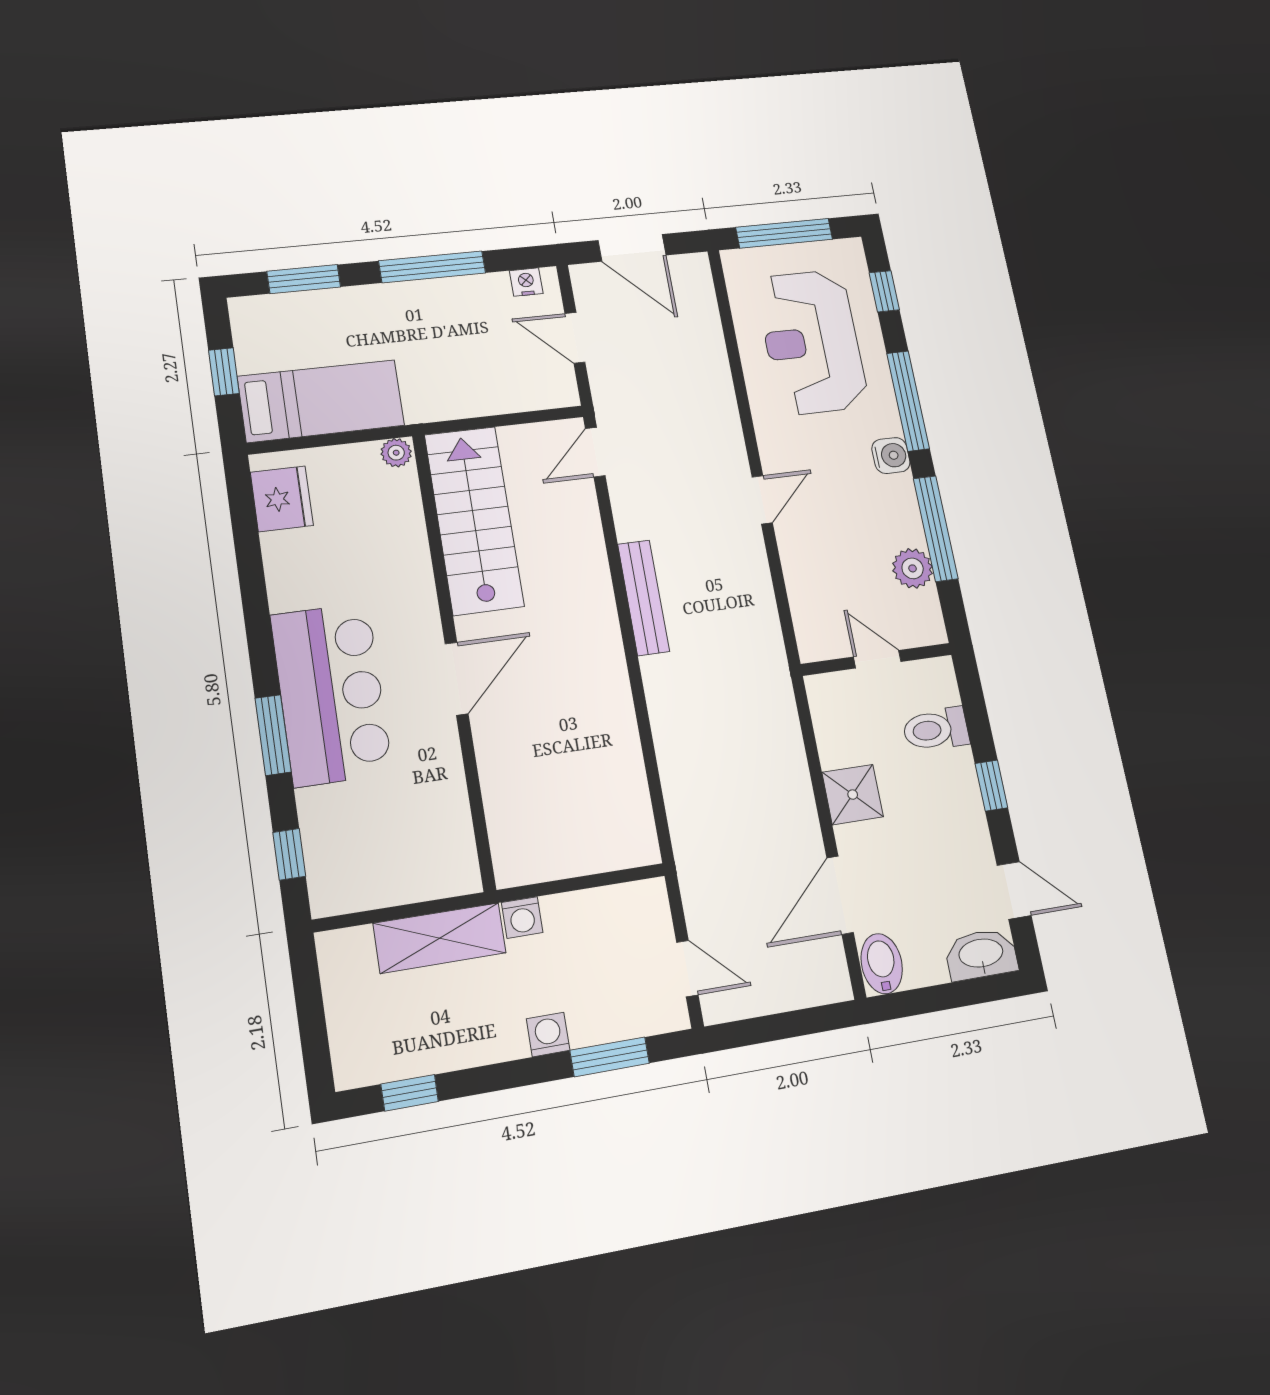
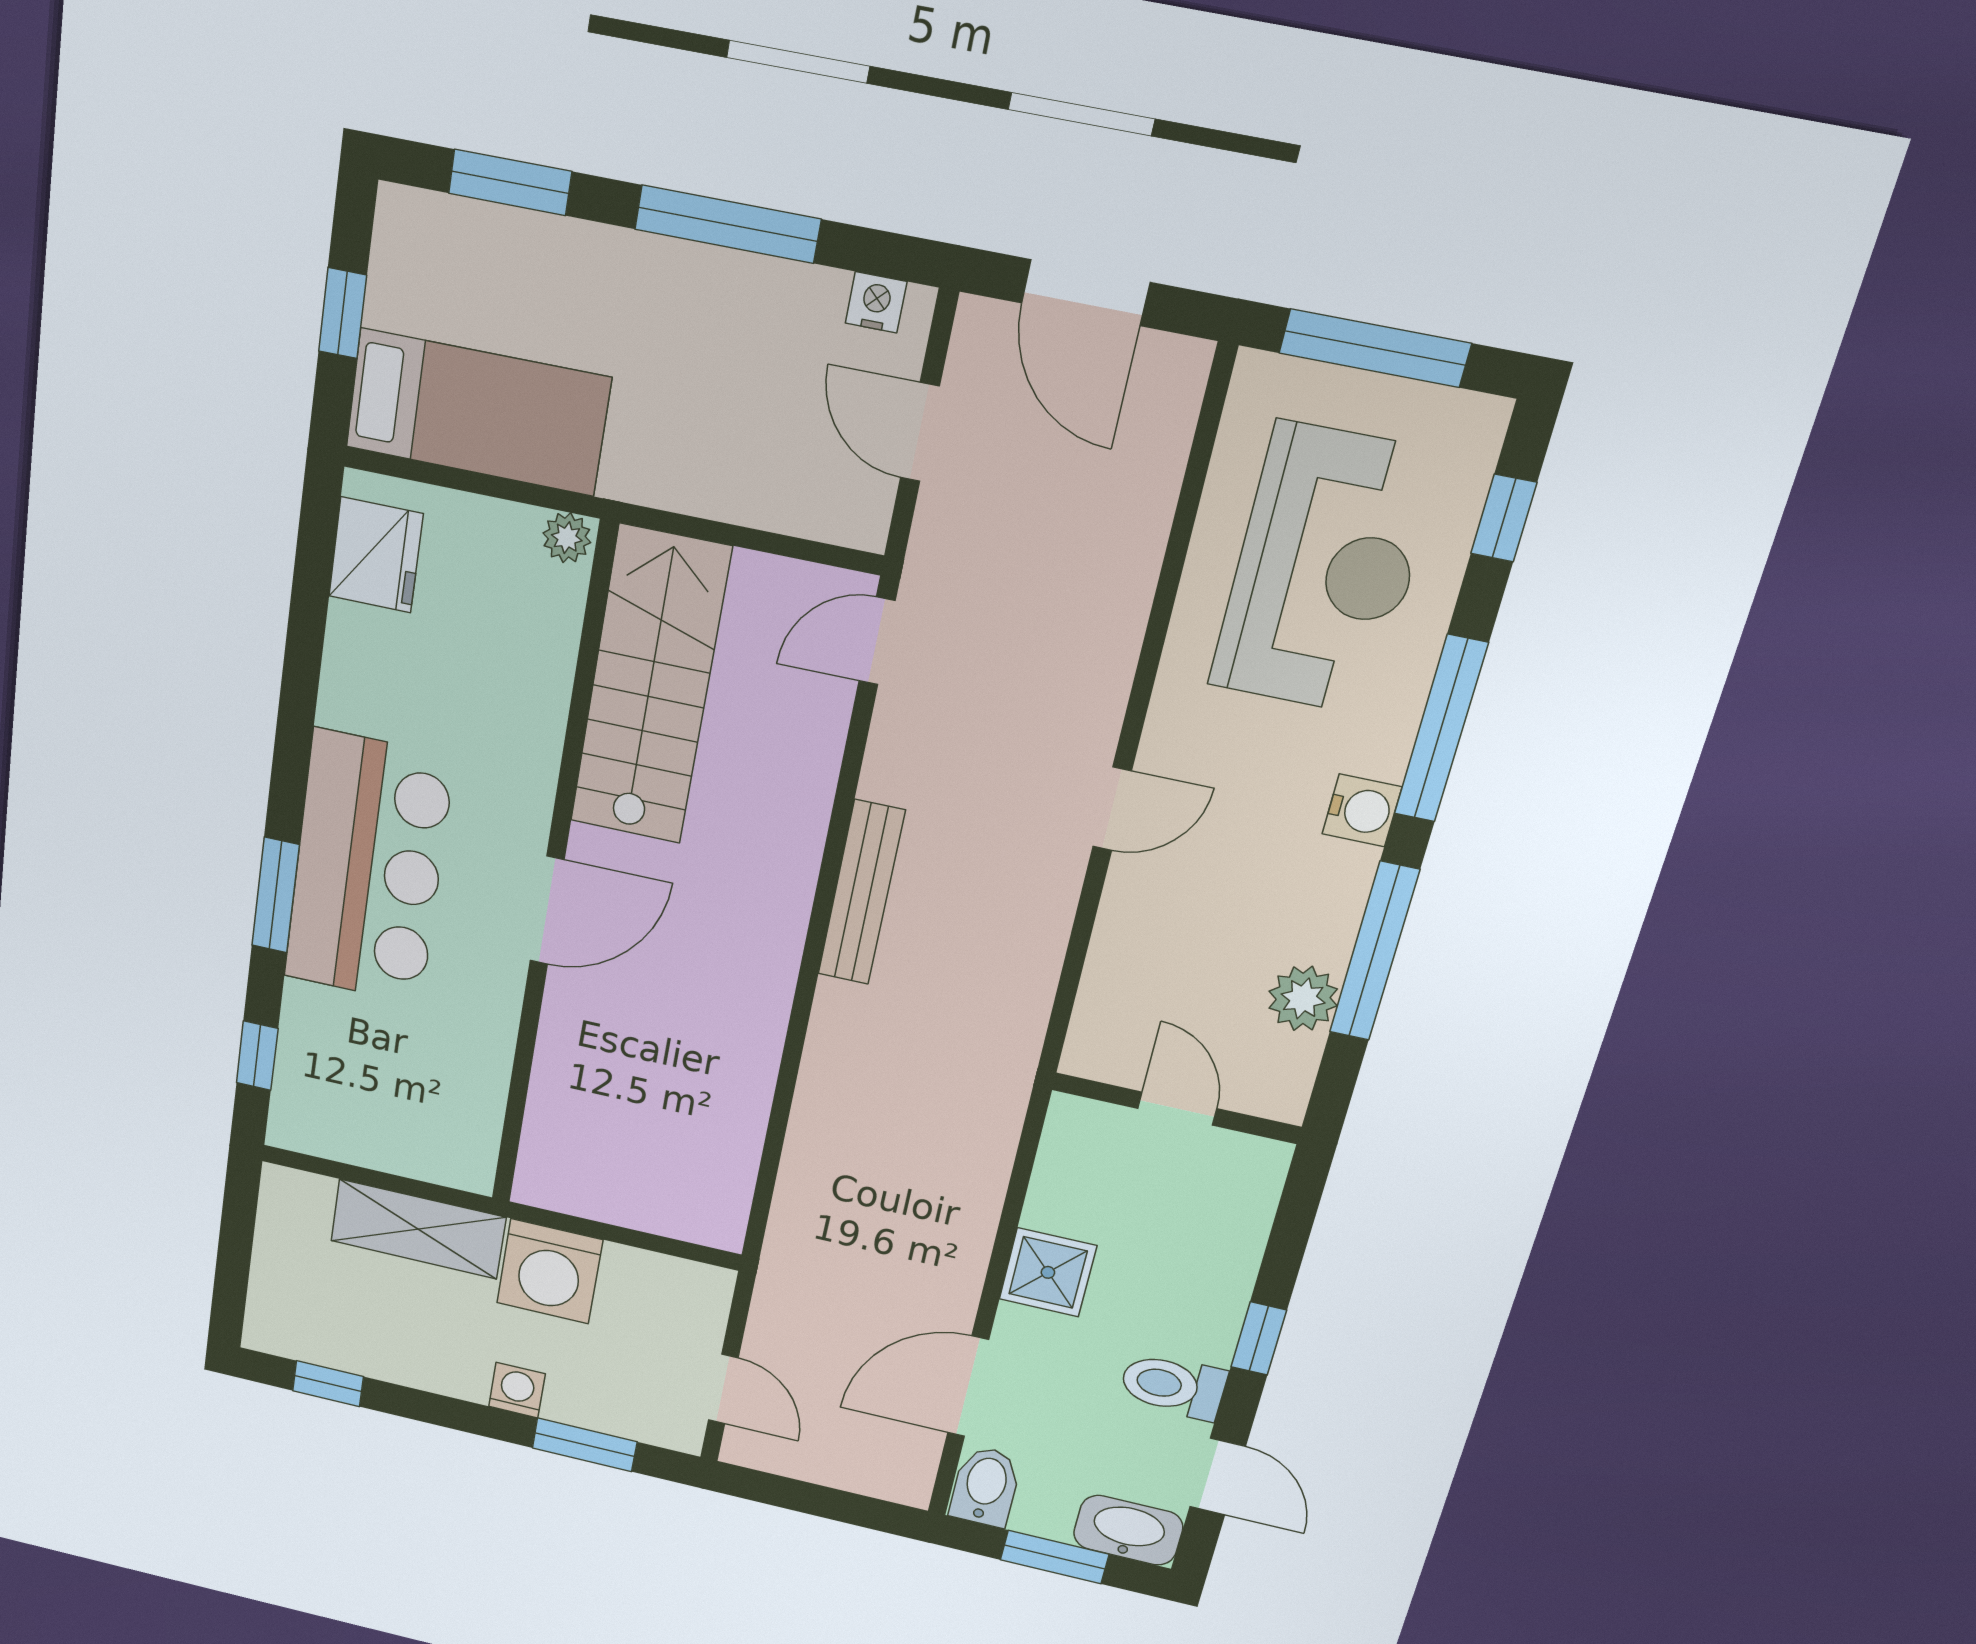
reception desk: (812, 342) -> (1324, 570), turned 180
toilet: (936, 729) -> (1173, 1386), moved
washing machine: (522, 917) -> (550, 1271), width x1.89, depth x1.89
window: (947, 996) -> (1055, 1557), added

